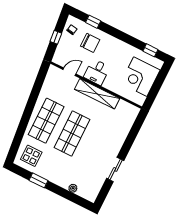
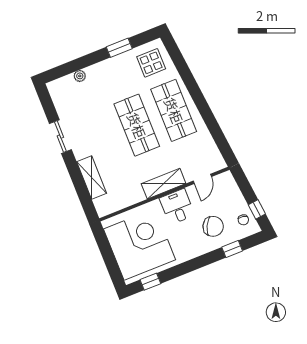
window: (56, 37) -> (257, 209), moved
chair: (90, 43) -> (213, 226), turned -153
corner desk: (140, 77) -> (139, 244), width x1.36, depth x1.36
shelving: (97, 94) -> (164, 184), width x0.68
shelving: (122, 133) -> (92, 178), added

